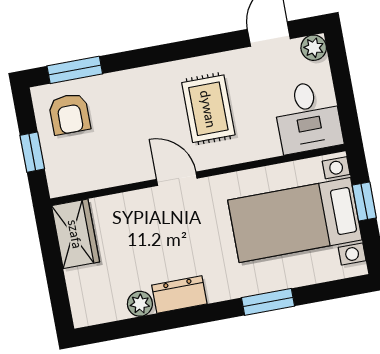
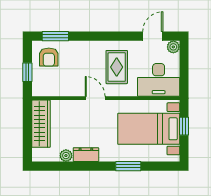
desk: (308, 117) -> (159, 80), width x1.37
wardrobe: (75, 234) -> (41, 124), width x1.50

